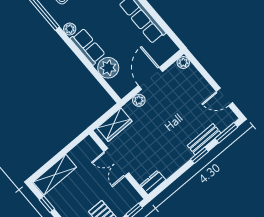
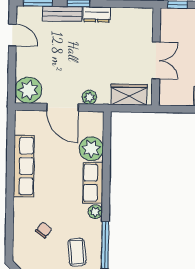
plant: (183, 62) -> (28, 90), width x1.87, depth x1.87
door: (150, 78) -> (63, 107), hinge flipped
dresser: (153, 183) -> (97, 14), moved

